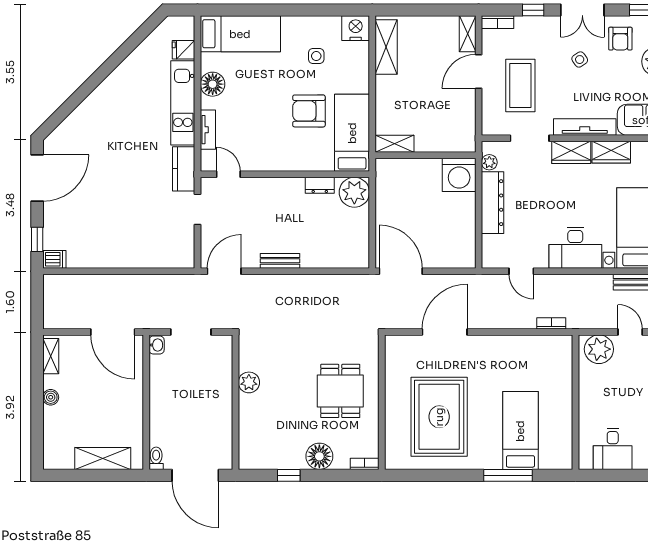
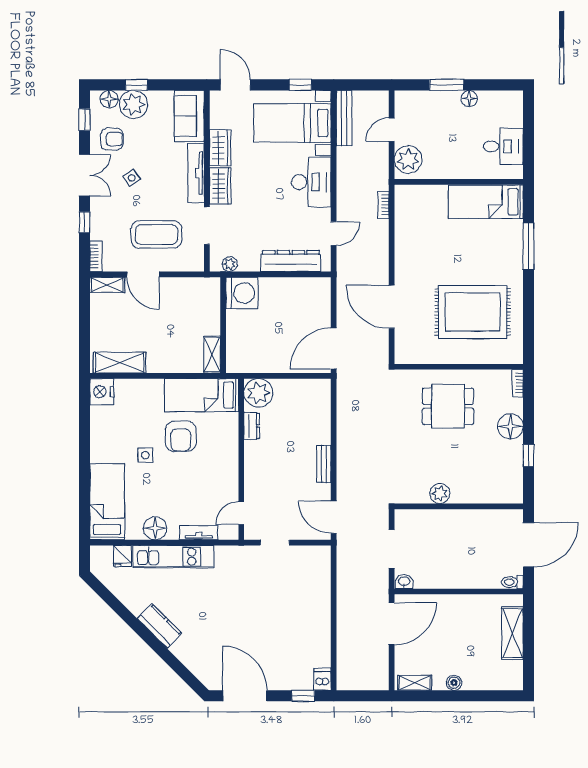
side table: (316, 56) -> (145, 455), moved
kitchen counter: (184, 169) -> (160, 626), moved, turned -135
dresser: (493, 203) -> (291, 261), moved
bed: (520, 431) -> (486, 202), moved

